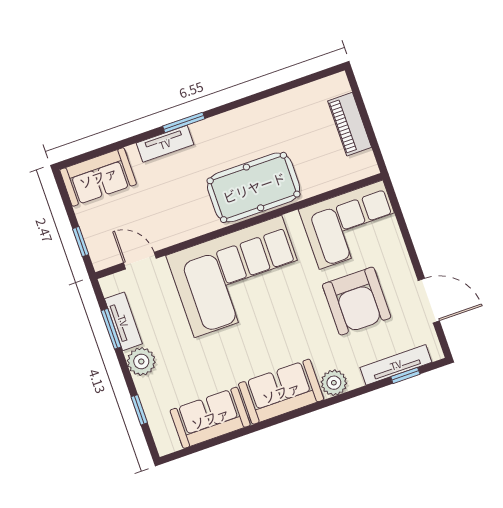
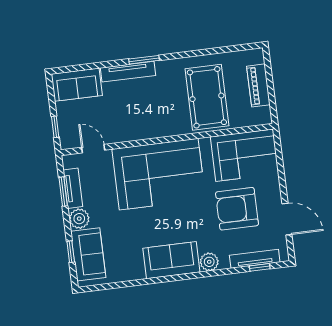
tv unit: (165, 144) -> (128, 72), width x1.41
pool table: (254, 187) -> (207, 97), moved, turned 90
armchair: (357, 301) -> (237, 209), turned 90
sofa: (210, 418) -> (88, 254), moved, turned 90

